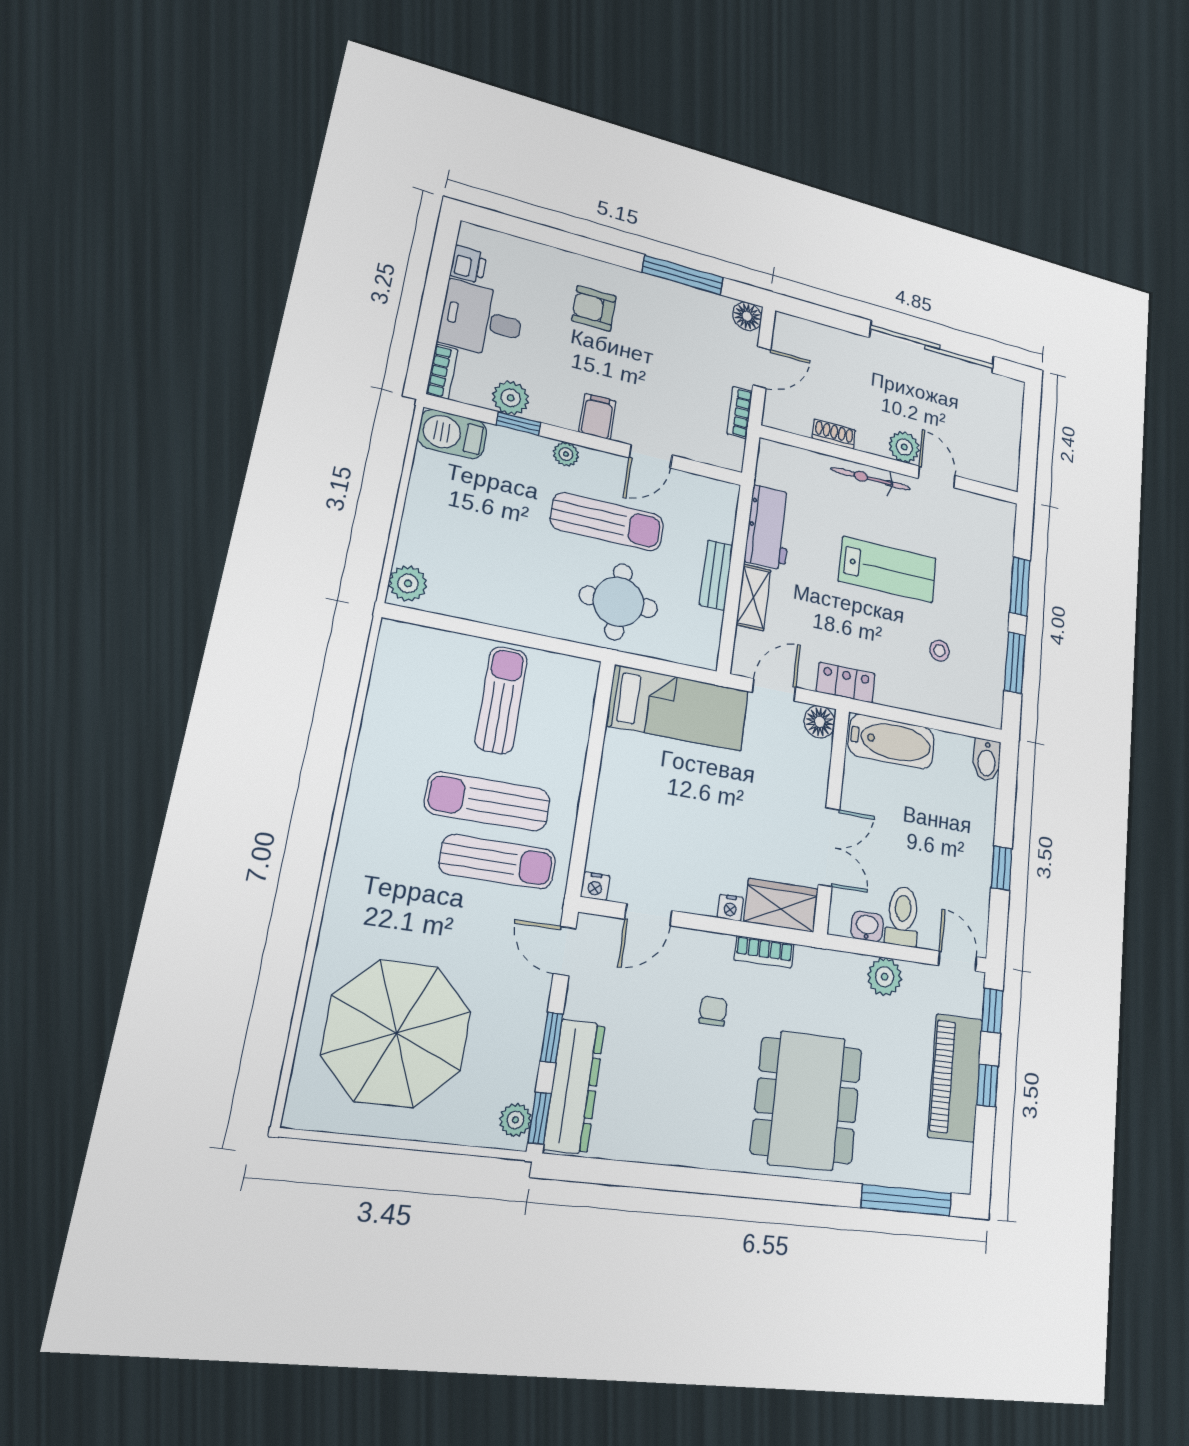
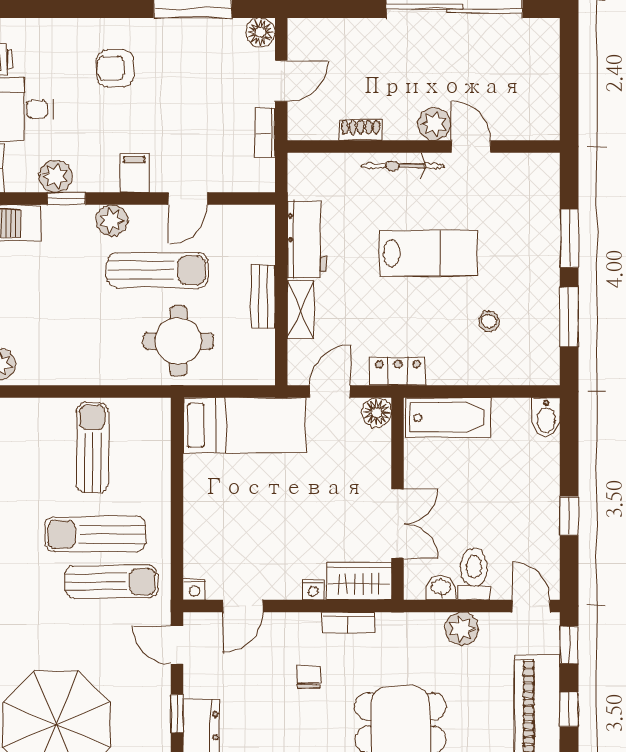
plant: (566, 454) -> (112, 220), width x1.38, depth x1.38

